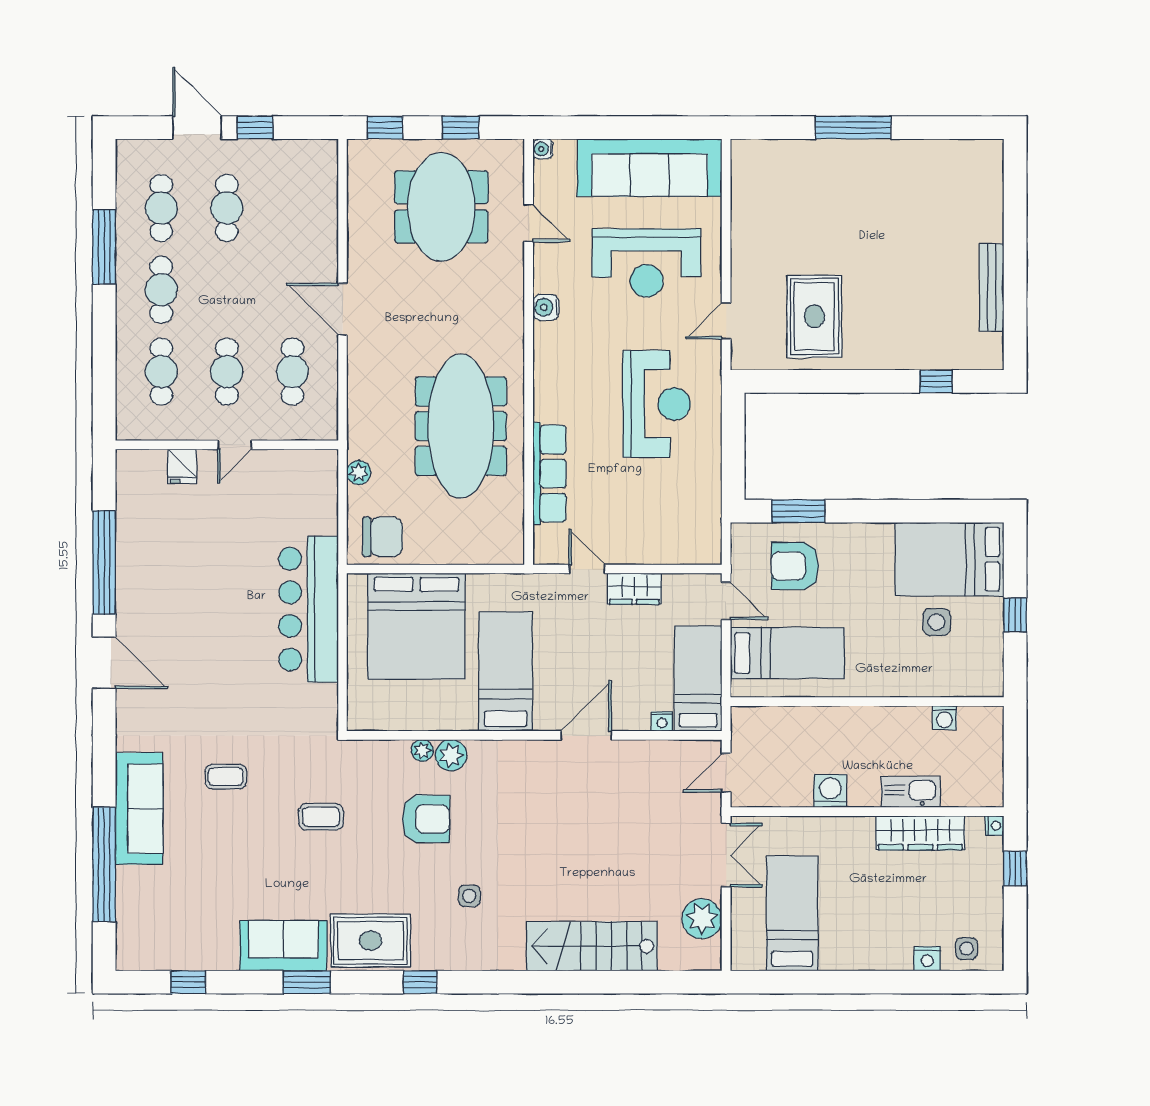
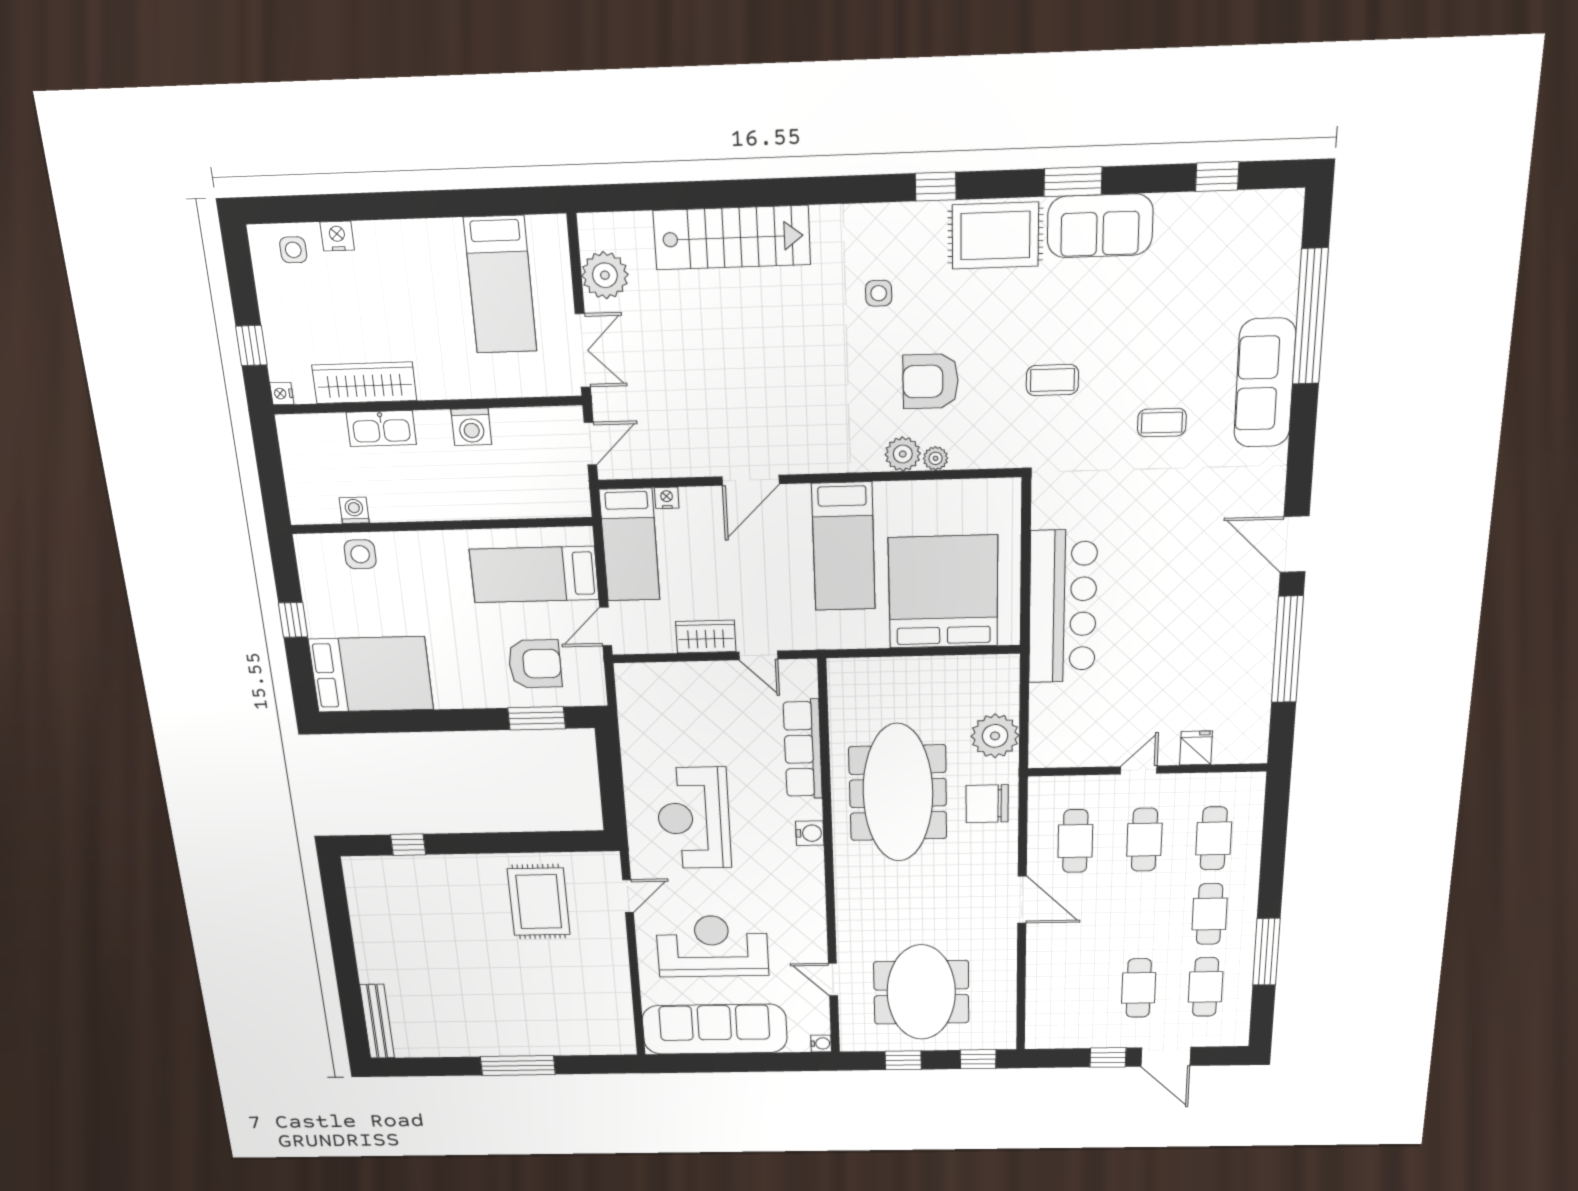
bench: (992, 287) -> (377, 1021), moved
water cooler: (546, 307) -> (810, 833), moved
plant: (359, 472) -> (995, 736), width x1.87, depth x1.87
chair: (383, 537) -> (987, 804), moved
door: (726, 601) -> (606, 627), hinge flipped
side table: (936, 622) -> (360, 554), moved
double door: (726, 855) -> (583, 351), swing flipped

